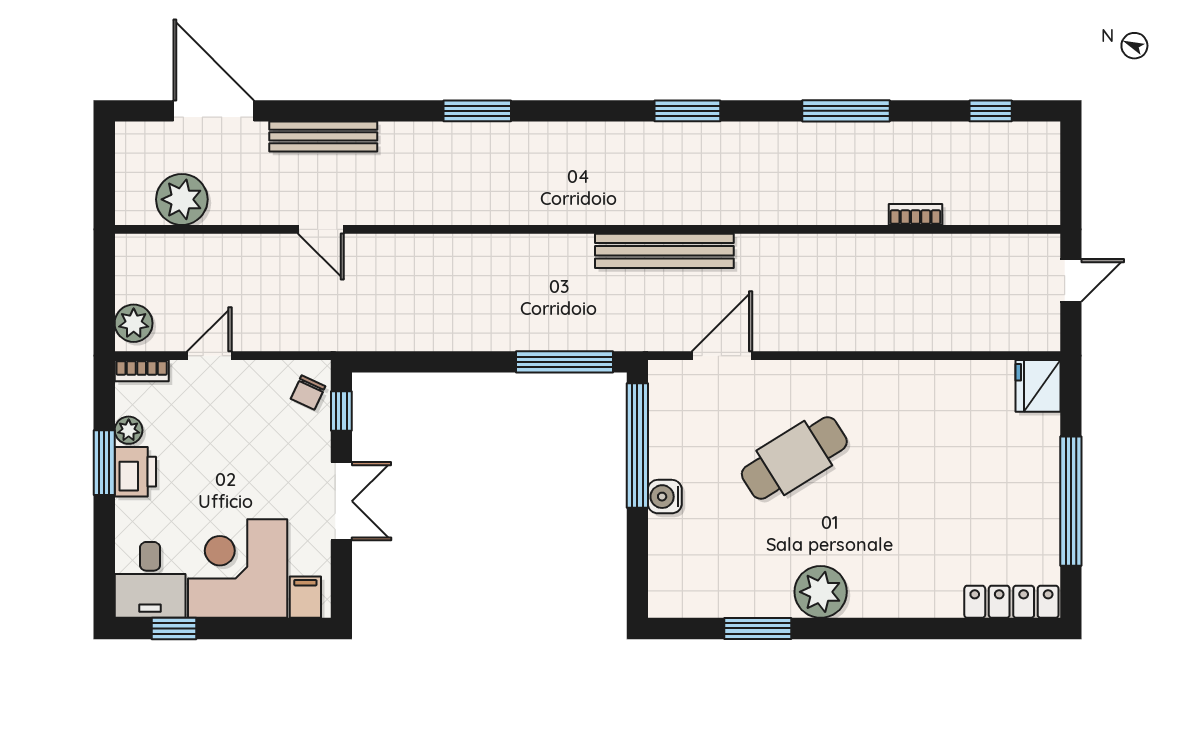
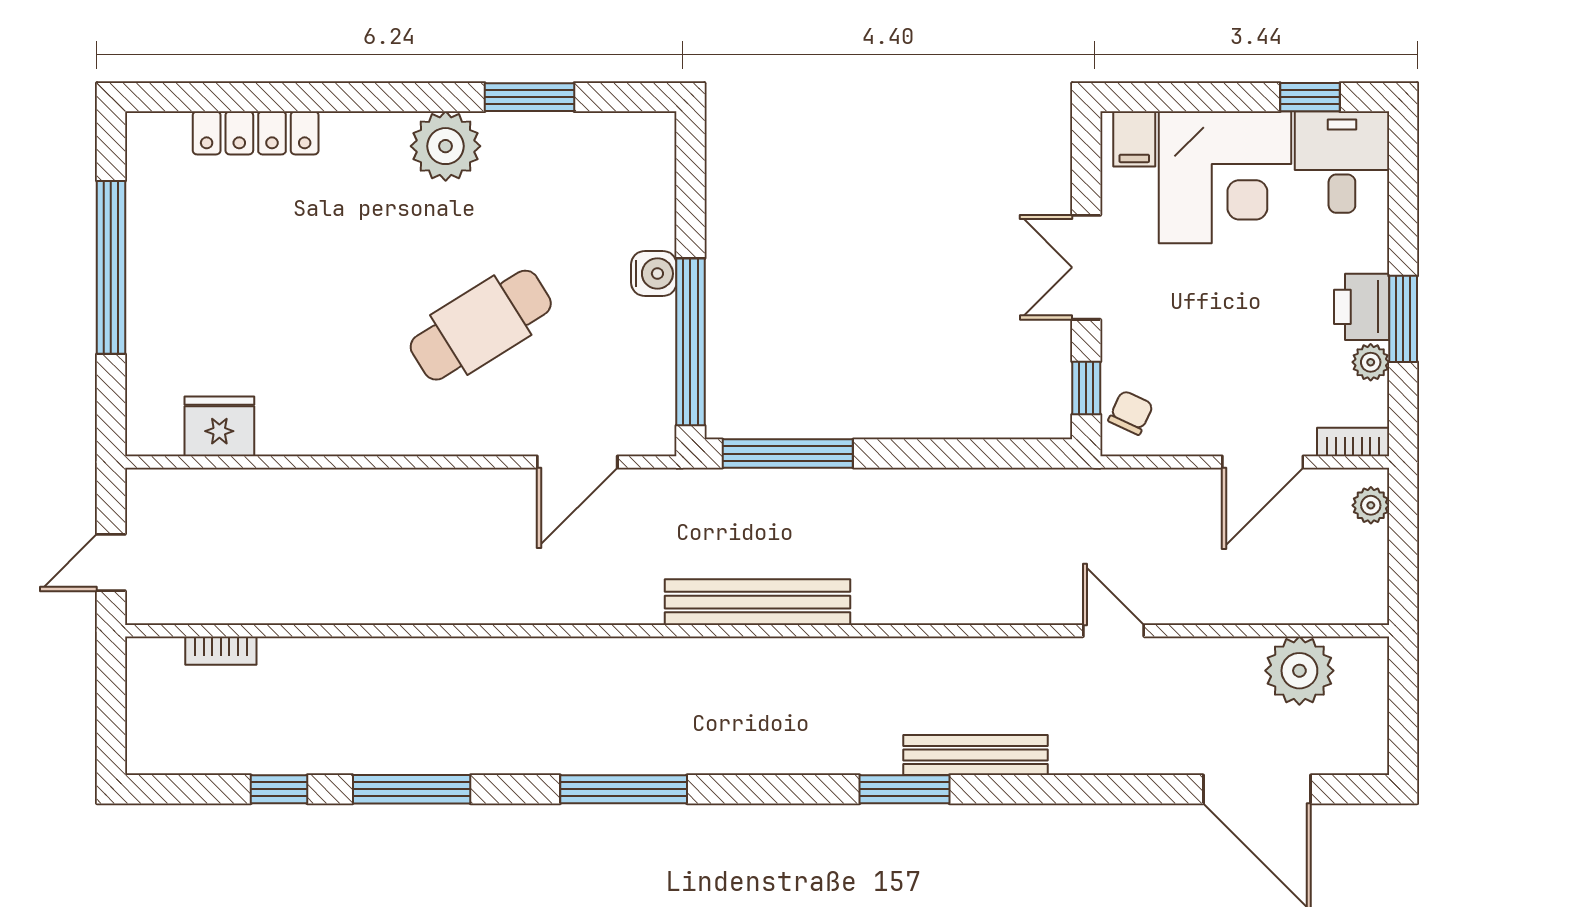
window: (687, 111) -> (624, 789), width x1.44
window: (991, 111) -> (279, 789), moved
bench: (323, 136) -> (975, 755), moved
bookcase: (915, 214) -> (221, 651), moved
bench: (664, 251) -> (757, 602), moved
plant: (134, 323) -> (1371, 505), width x0.73, depth x0.73
door: (209, 356) -> (1263, 462), width x1.38
fridge: (1038, 386) -> (219, 426), moved, turned -90
locker: (1011, 602) -> (256, 133), moved

